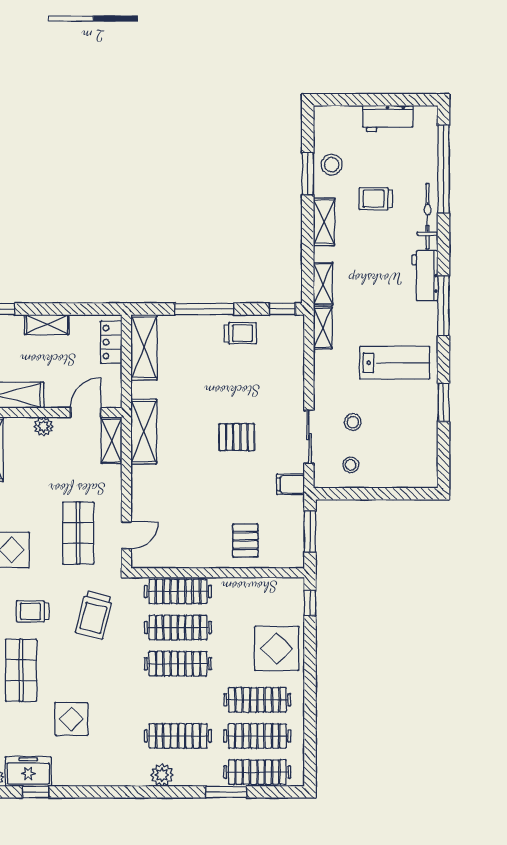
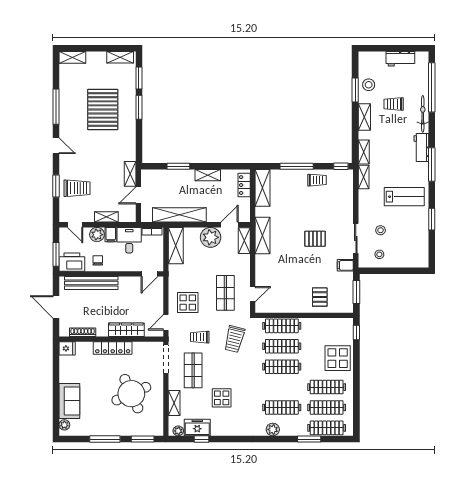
plant: (44, 426) -> (211, 237), width x1.88, depth x1.88

